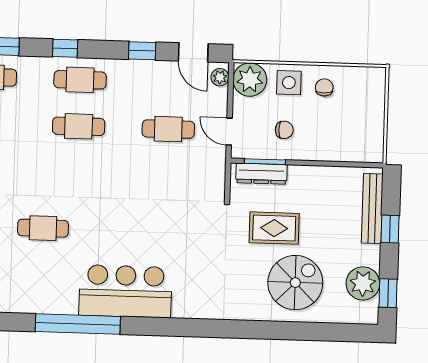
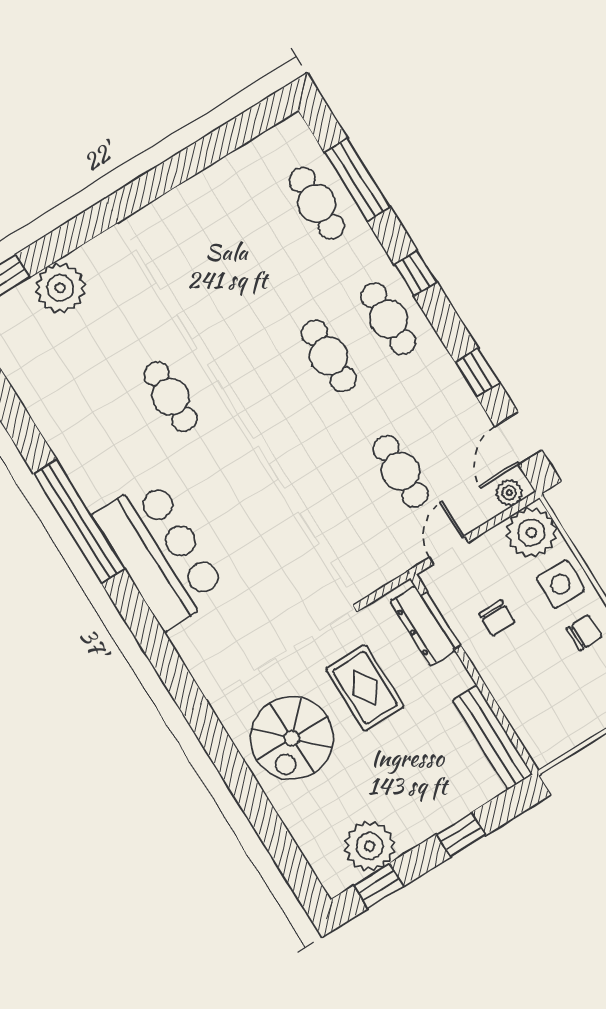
bench: (372, 209) -> (492, 737), moved, turned 90
spiral stairs: (295, 283) -> (292, 738), moved, turned 90

